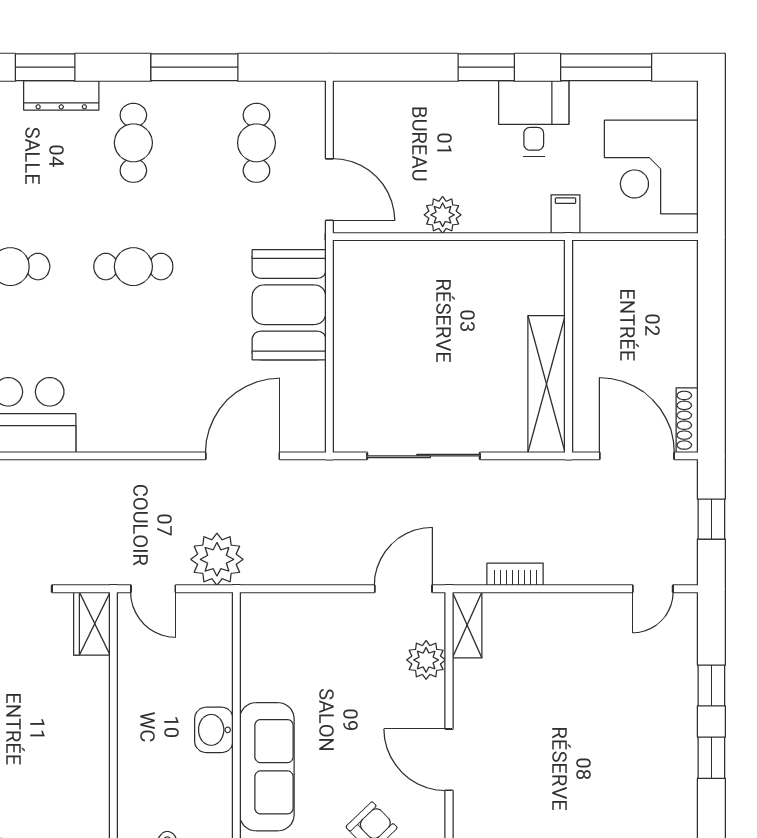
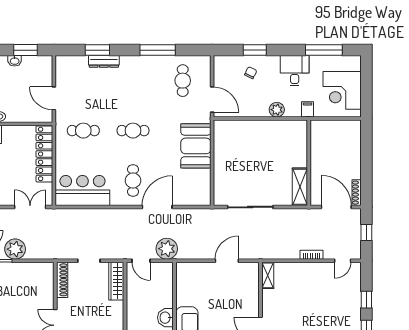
window: (486, 67) -> (255, 50), moved
chair: (425, 123) -> (251, 73), added
cafe table: (133, 143) -> (133, 181), moved
plant: (443, 215) -> (277, 110), moved
shelving: (547, 384) -> (300, 187), width x0.68
door: (243, 456) -> (157, 207), moved
bookcase: (515, 574) -> (312, 255), moved
door: (403, 589) -> (227, 261), moved
wardrobe: (92, 624) -> (116, 281), width x1.50
plant: (426, 660) -> (251, 289), removed

